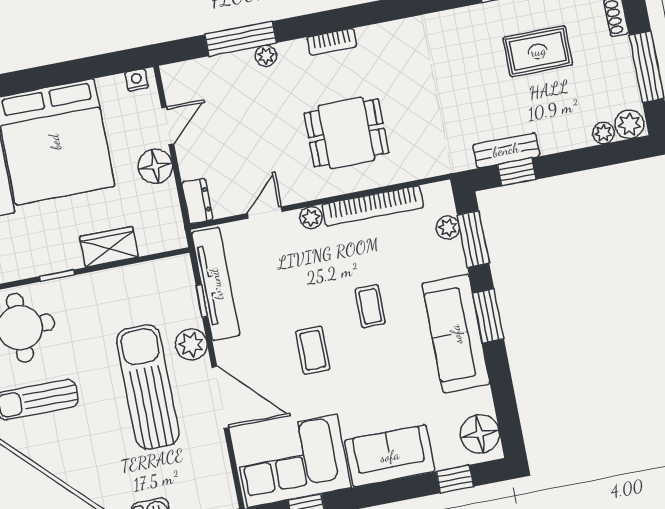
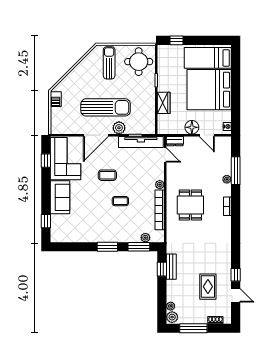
door: (265, 213) -> (165, 155), moved
sofa: (456, 334) -> (103, 233), removed
floor lamp: (480, 434) -> (62, 235), removed

